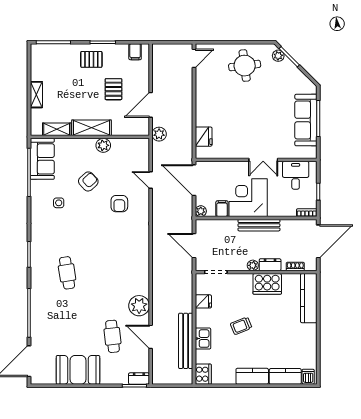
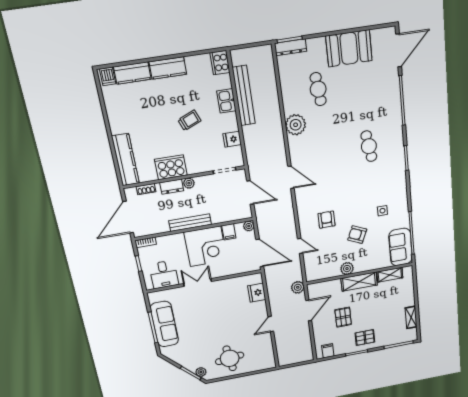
door: (194, 58) -> (271, 324), moved
shelving: (36, 95) -> (411, 317), moved
armchair: (88, 181) -> (357, 235), turned 67
door: (151, 337) -> (291, 177), moved
dresser: (139, 379) -> (291, 47), width x1.44

